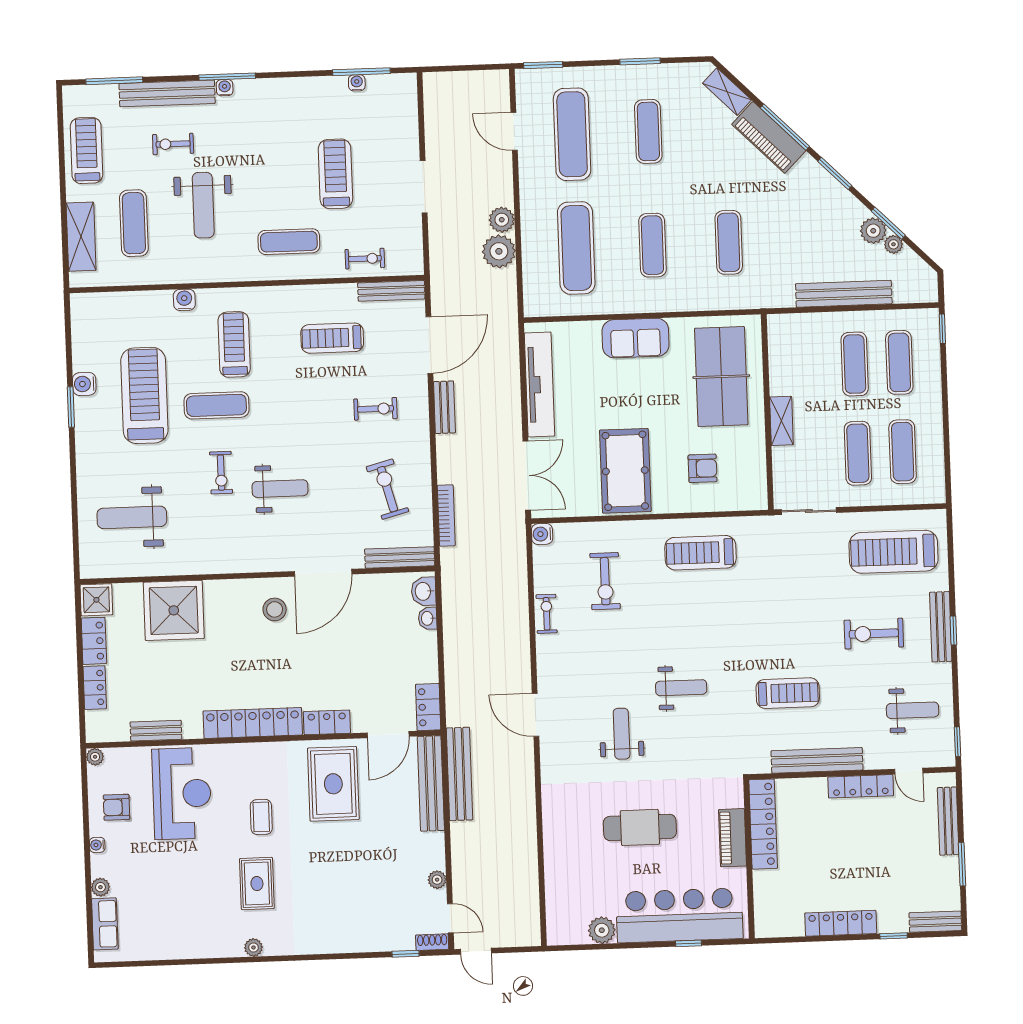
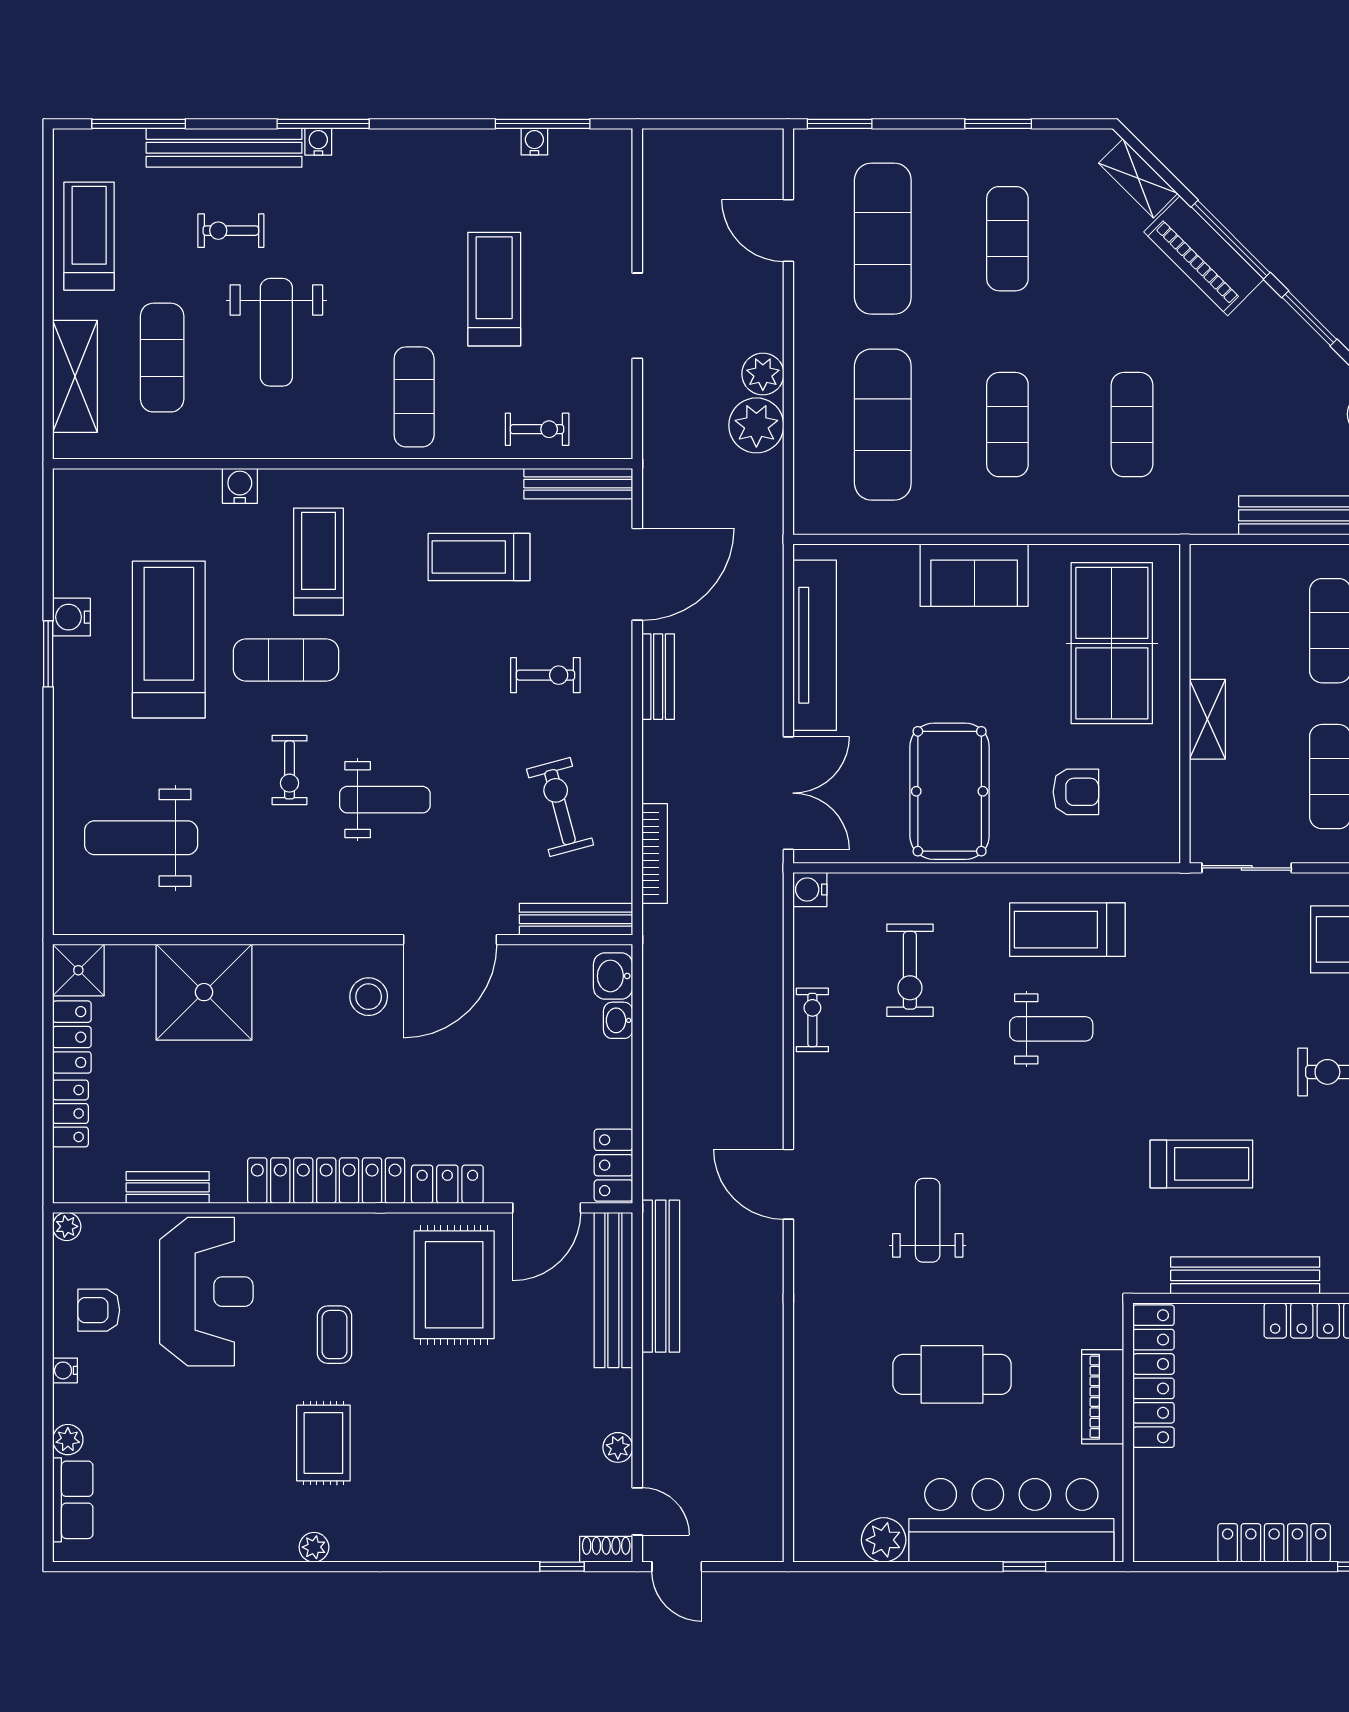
exercise mat: (289, 242) -> (414, 397), turned 90
weight bench: (681, 688) -> (1051, 1029), moved

